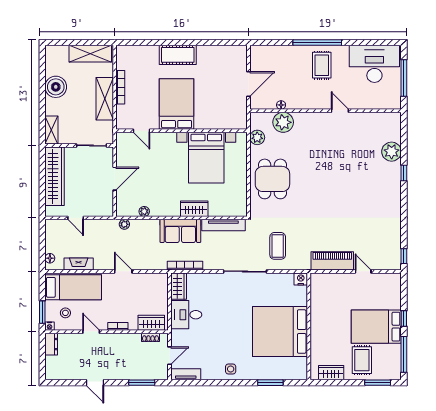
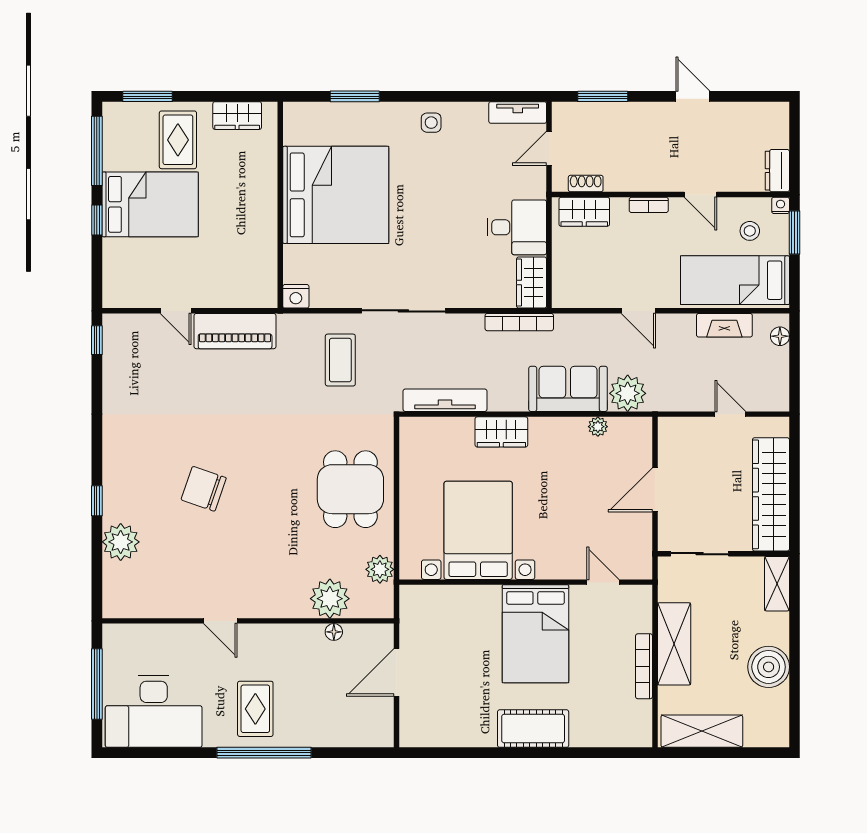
chair: (349, 179) -> (204, 489), added
plant: (124, 224) -> (628, 393), width x1.88, depth x1.88
sofa: (180, 231) -> (568, 389), moved

